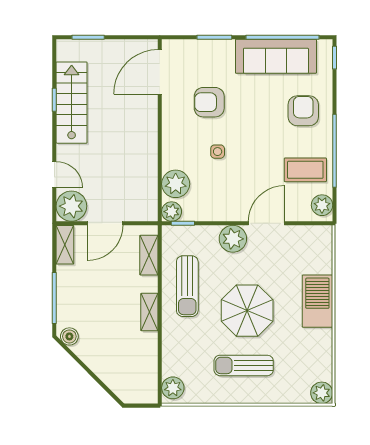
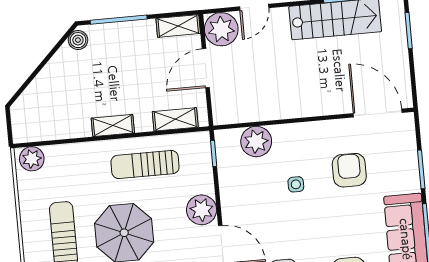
plant: (172, 212) -> (225, 140), removed
door: (105, 223) -> (206, 68), hinge flipped

